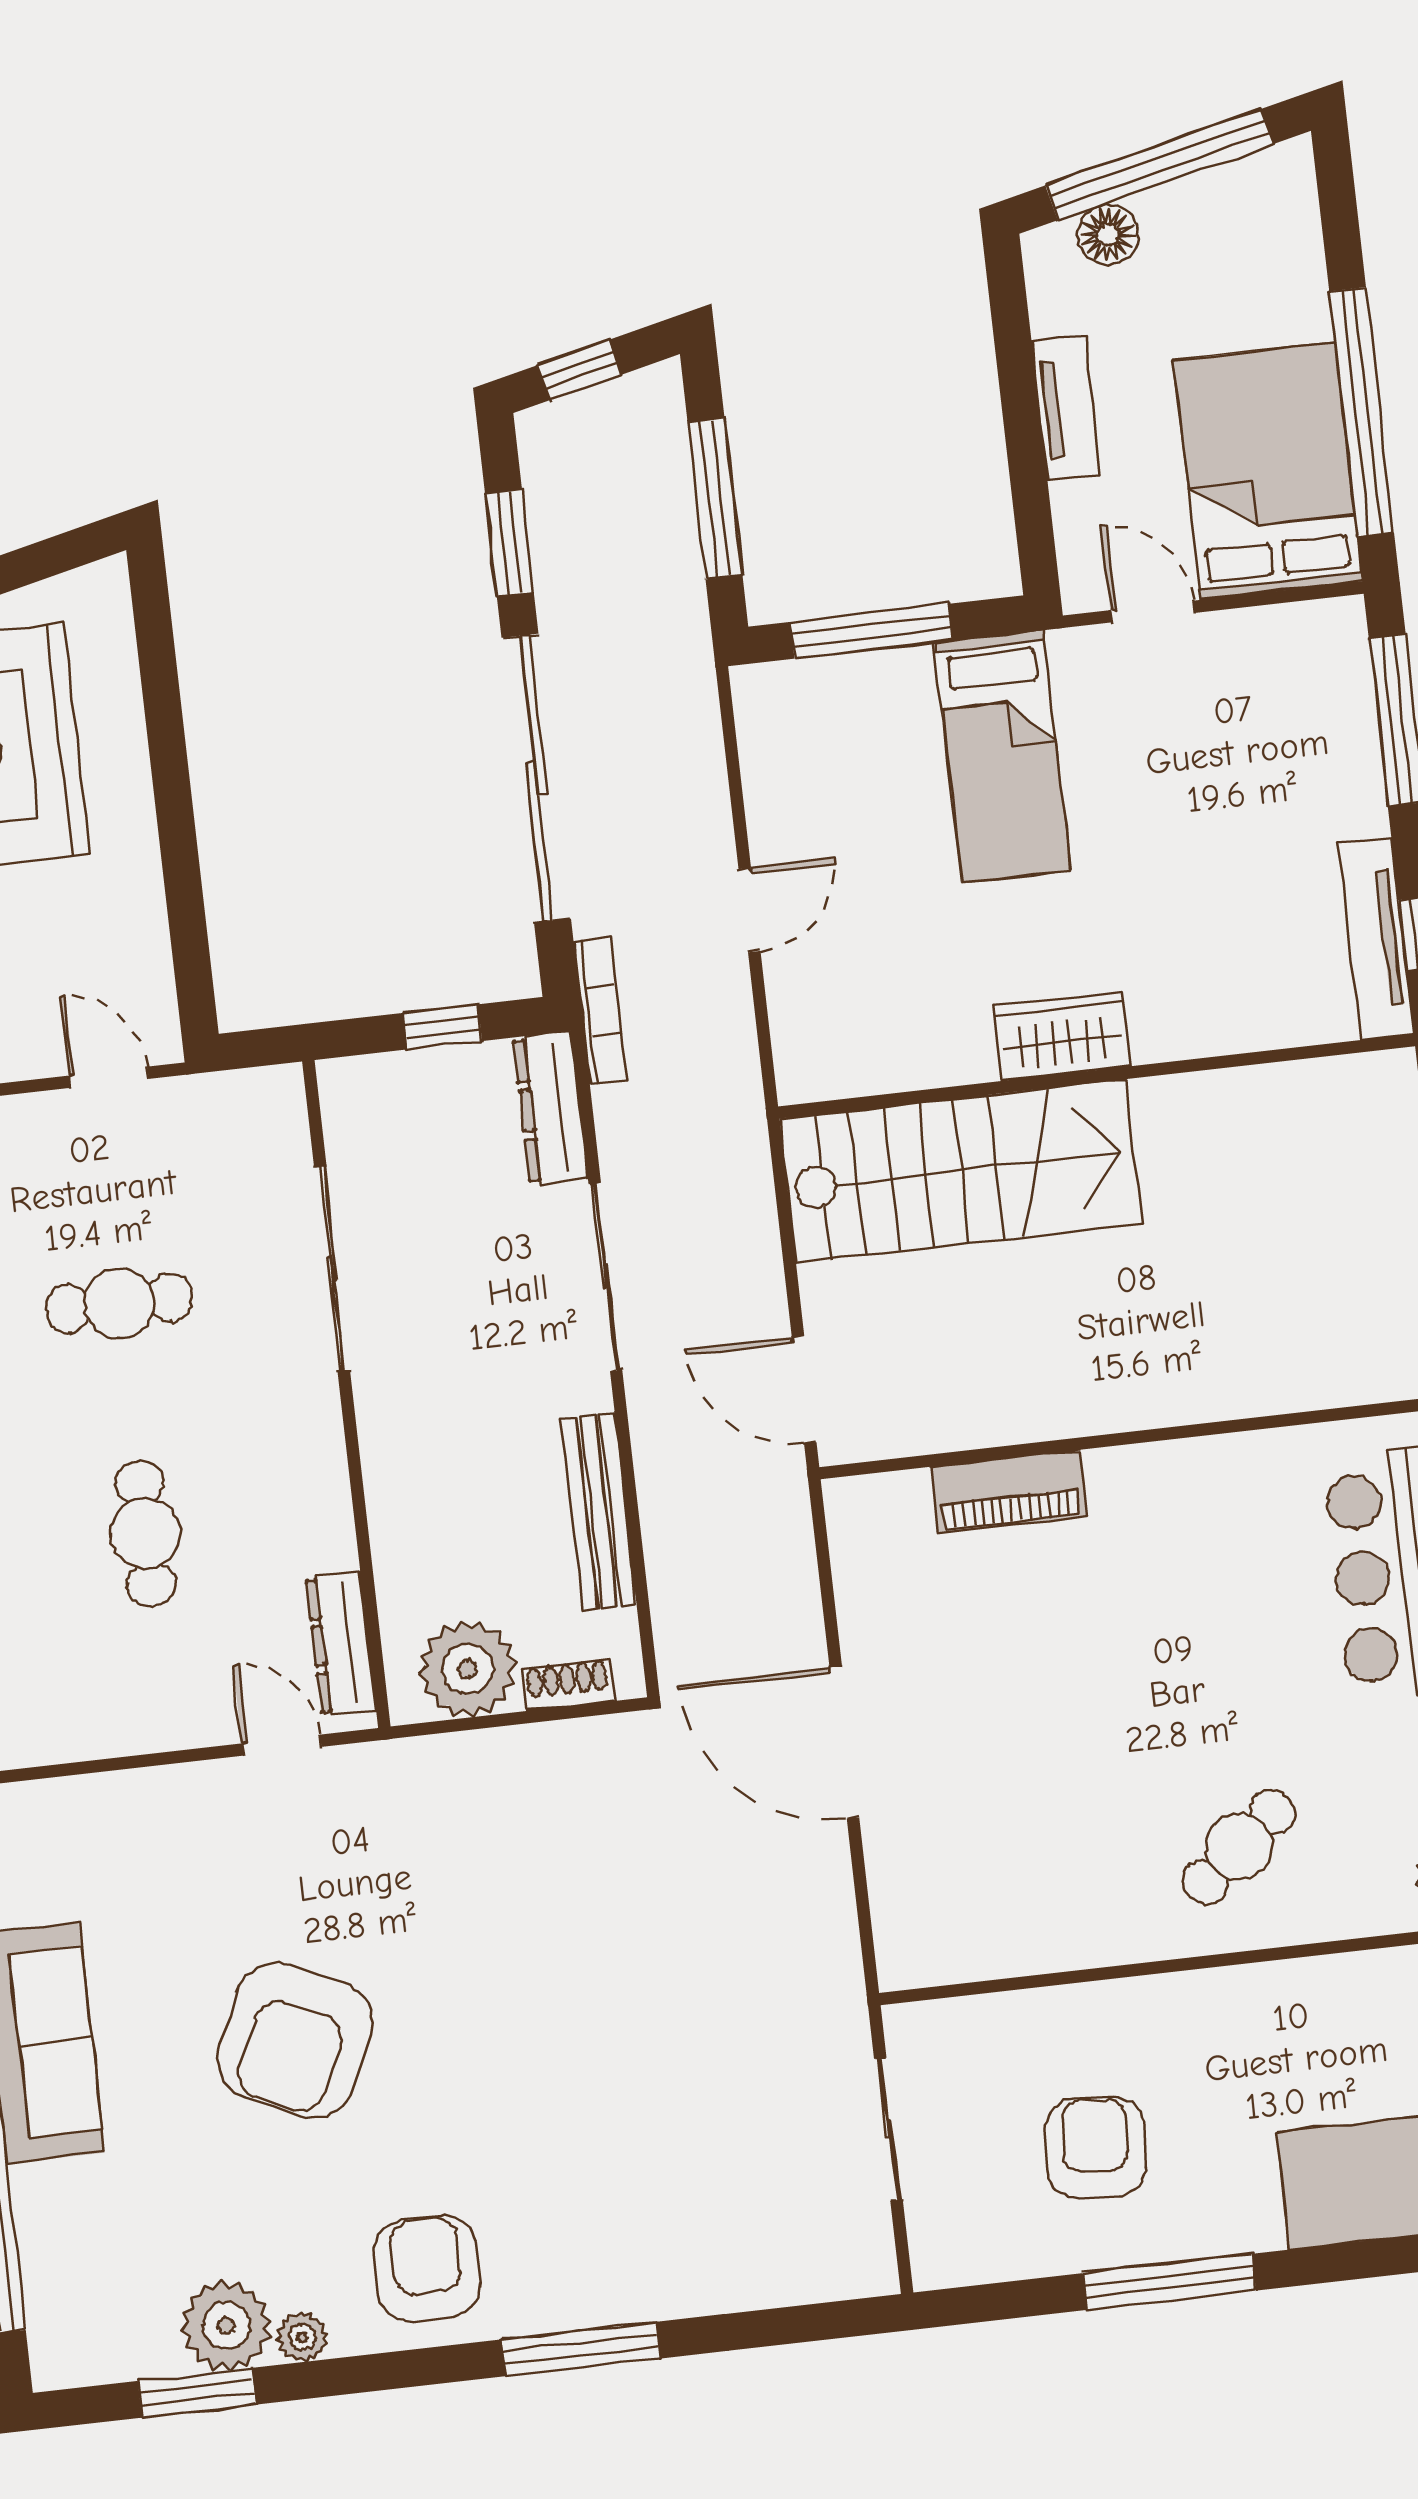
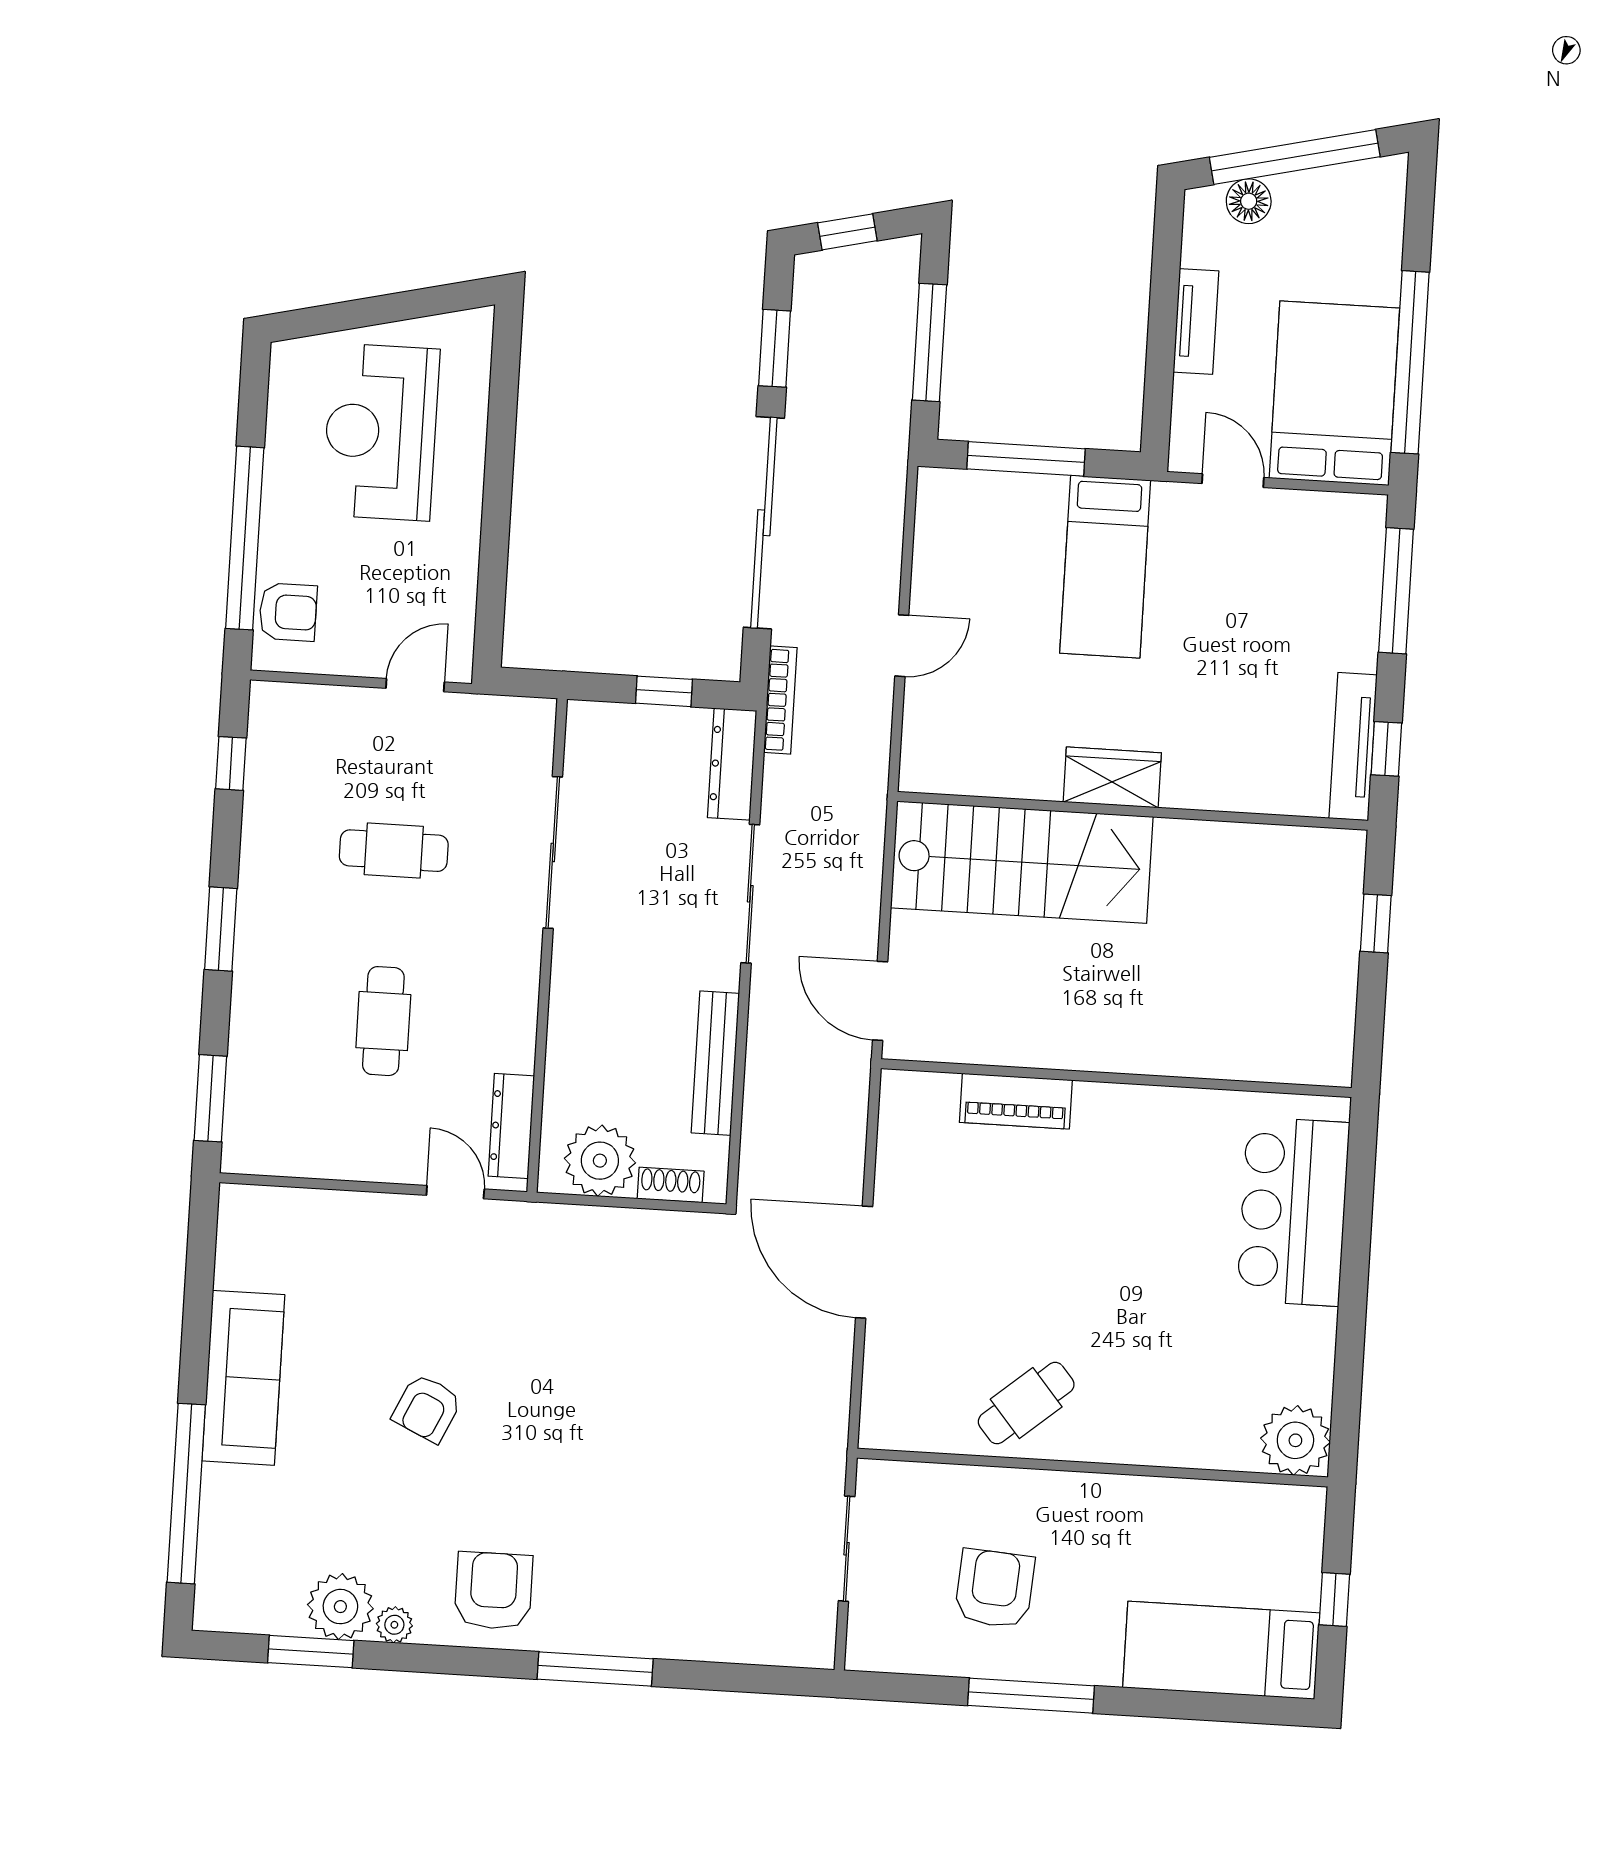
door: (109, 1077) -> (415, 685), hinge flipped
cafe table: (1239, 1847) -> (1026, 1403), moved
armchair: (295, 2040) -> (427, 1408), width x0.53, depth x0.53

